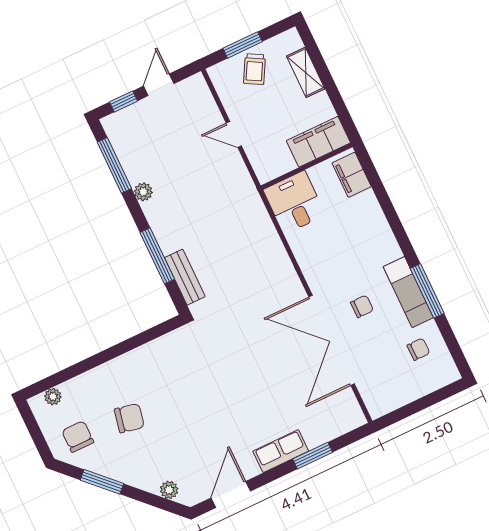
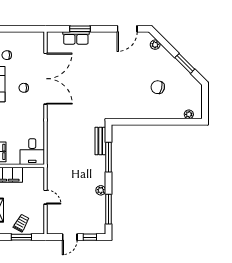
chair: (78, 437) -> (186, 90), removed
row of seats: (281, 451) -> (76, 38), moved

